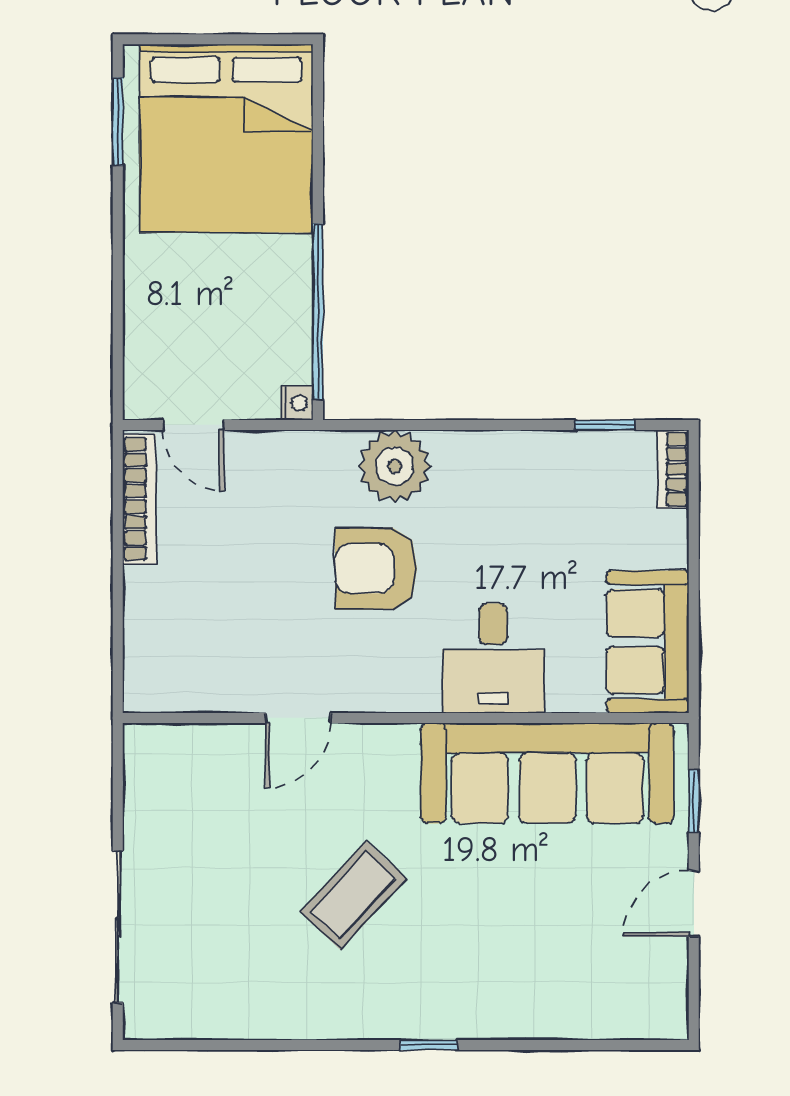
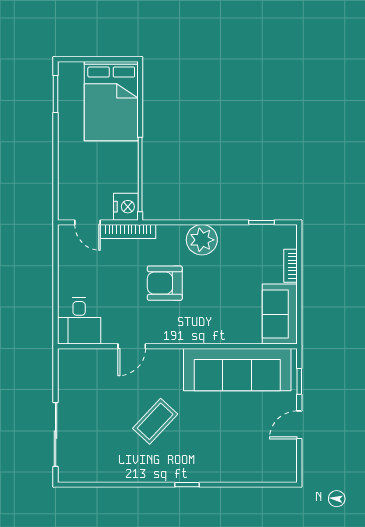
bed: (226, 138) -> (111, 101), width x0.73
nightstand: (297, 403) -> (126, 207), width x1.89, depth x1.79
plant: (395, 466) -> (202, 240), moved
bookcase: (673, 469) -> (290, 266), moved
bookcase: (139, 499) -> (128, 231), moved, turned 90
desk: (493, 658) -> (79, 321), moved

